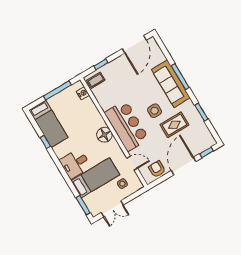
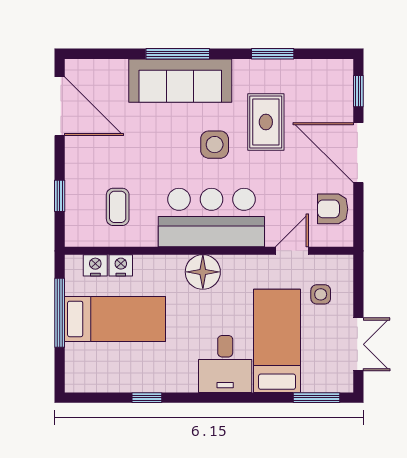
coffee table: (96, 80) -> (118, 207), moved
nightstand: (89, 103) -> (121, 265), added
bed: (48, 124) -> (115, 319), moved

